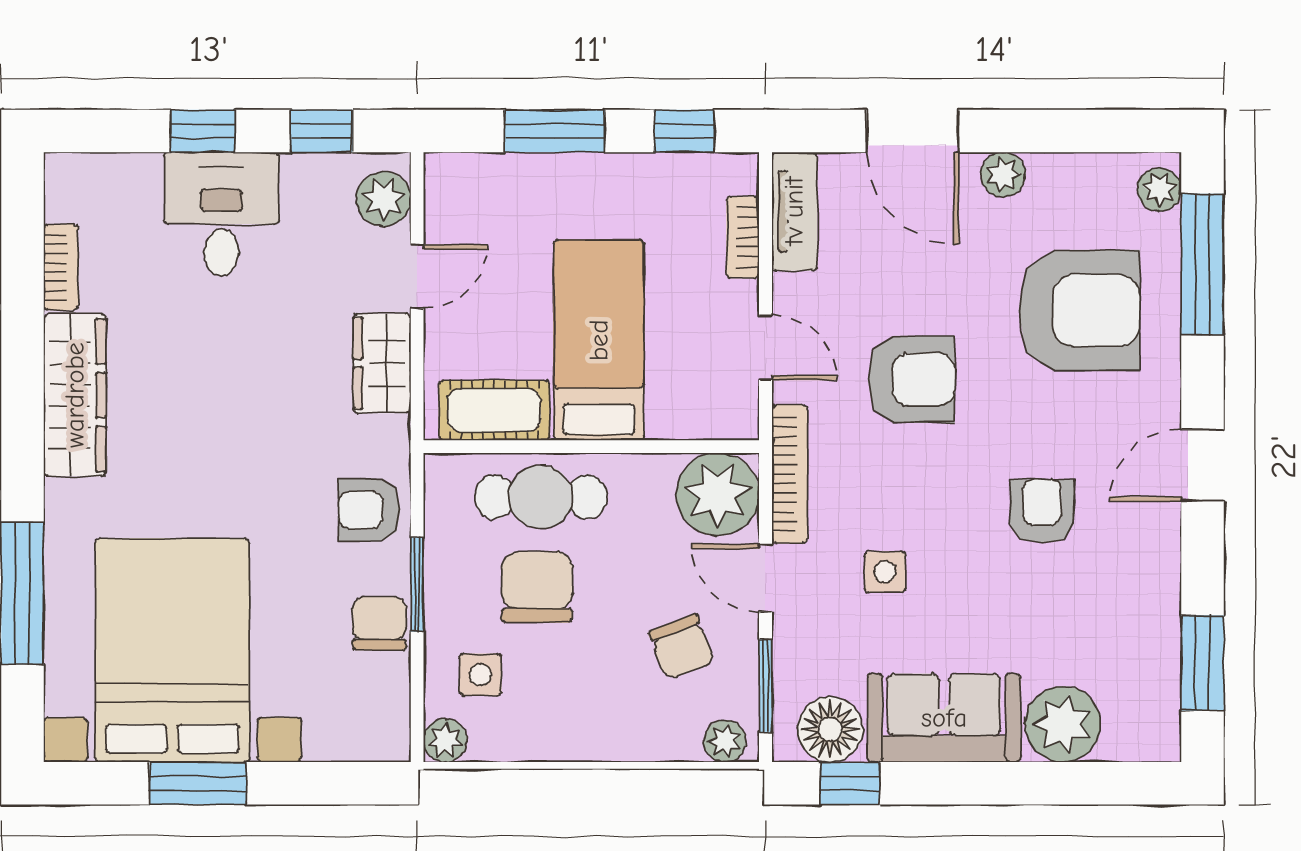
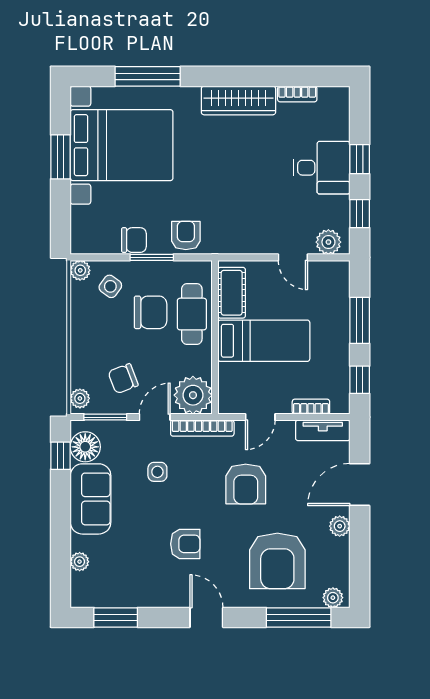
wardrobe: (382, 363) -> (253, 241), removed
side table: (480, 675) -> (110, 286), turned 36
plant: (1063, 724) -> (80, 562), width x0.53, depth x0.53

